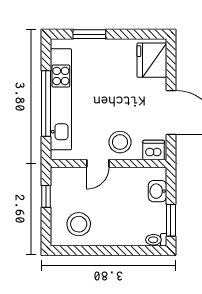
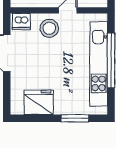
fridge: (152, 60) -> (39, 102), moved, turned -90

